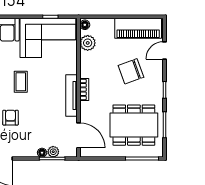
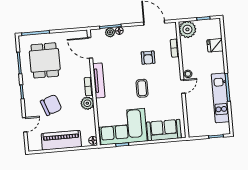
piano: (138, 28) -> (61, 140), moved
plant: (88, 43) -> (87, 103), moved
dining table: (134, 125) -> (45, 60), width x0.73

